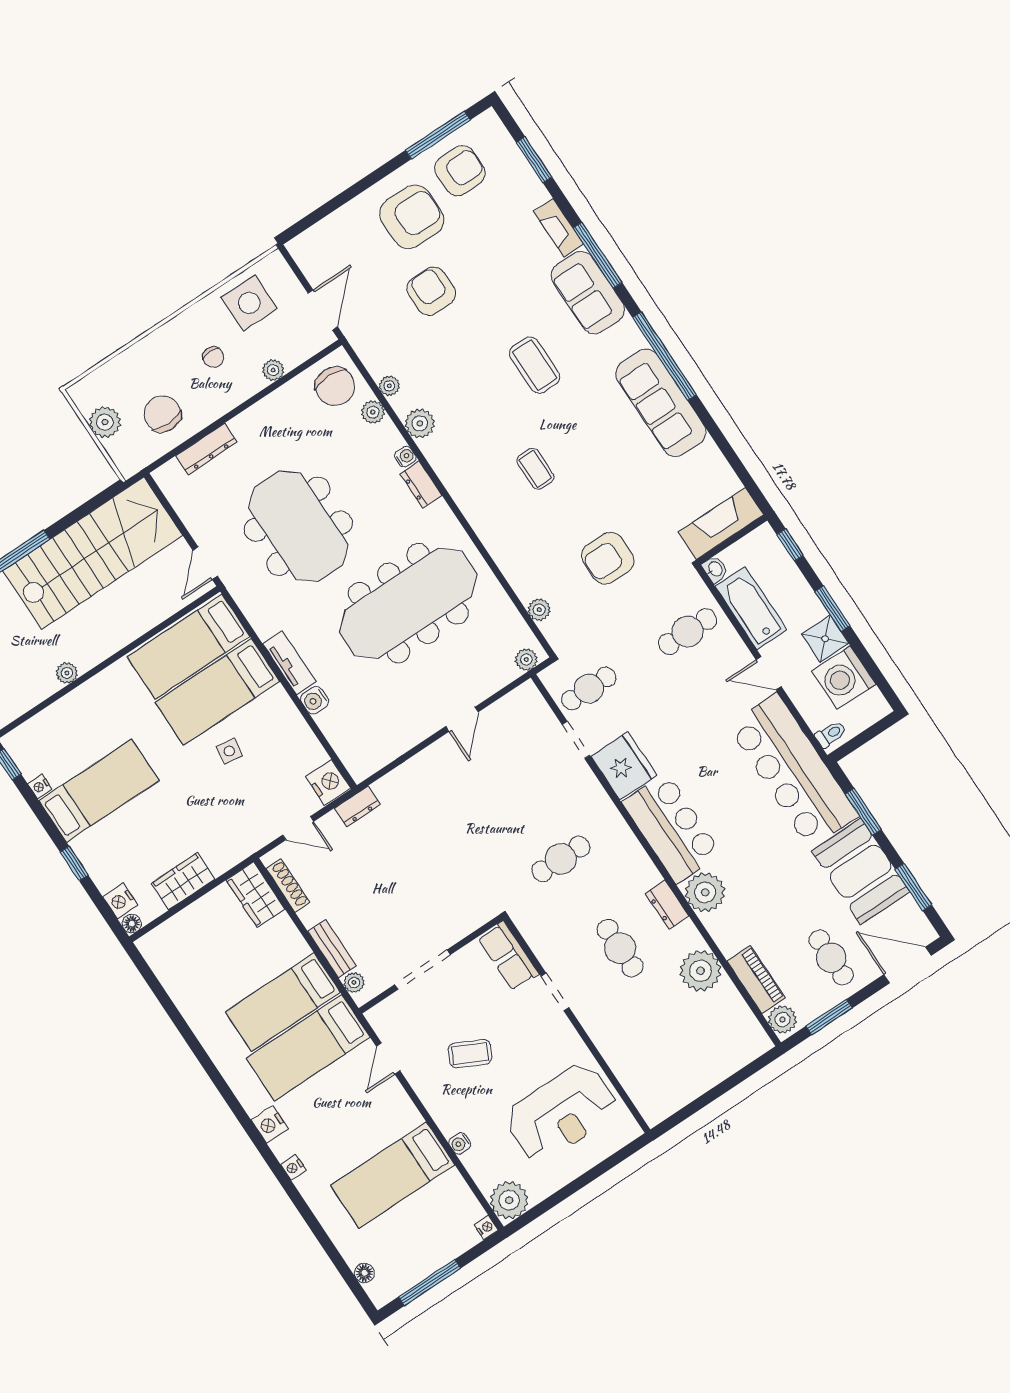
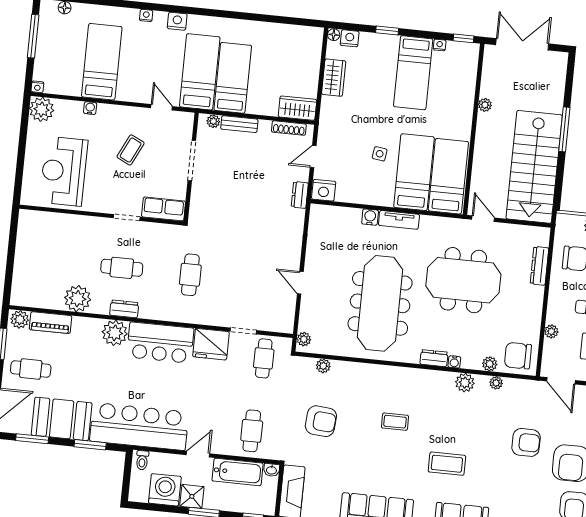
armchair: (608, 558) -> (321, 421), turned 95

